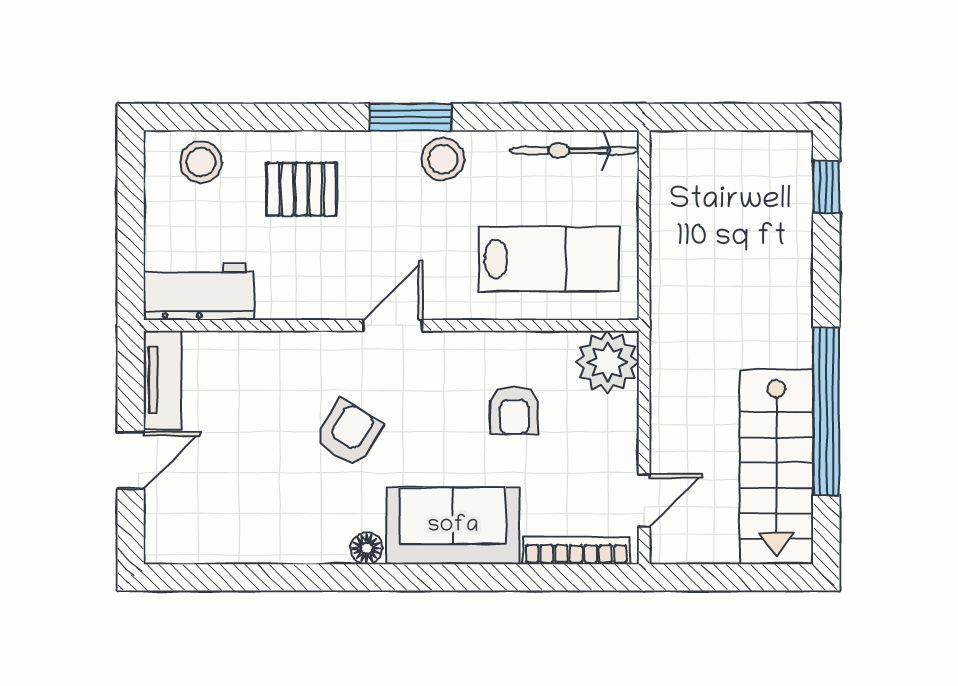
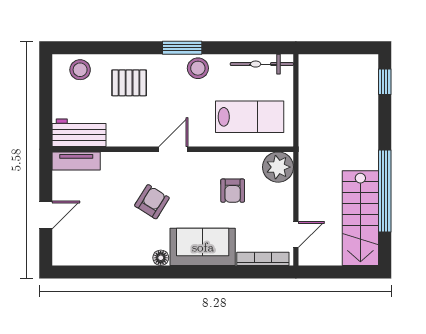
tv unit: (163, 380) -> (76, 161), moved, turned 90

